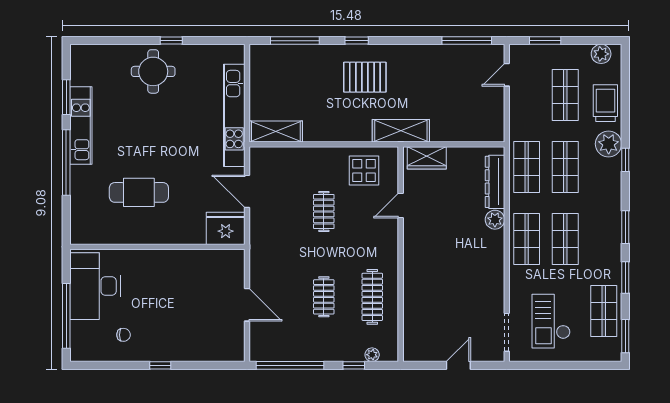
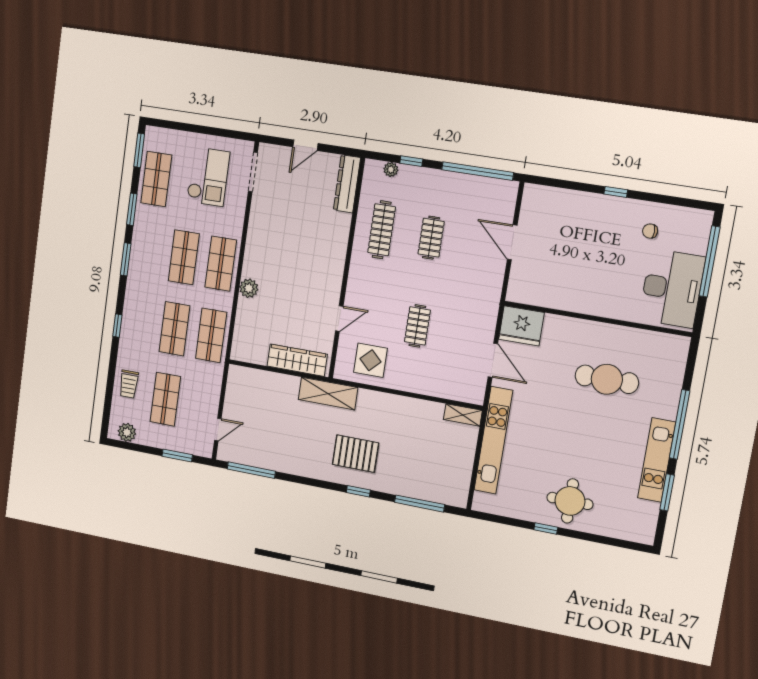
trolley: (605, 103) -> (129, 384), width x0.73, depth x0.72
shelving: (276, 132) -> (463, 415), width x0.67, depth x0.75
plant: (609, 144) -> (131, 344), removed
wardrobe: (427, 158) -> (297, 360), width x1.50
dresser: (495, 182) -> (347, 184), moved, turned 180

